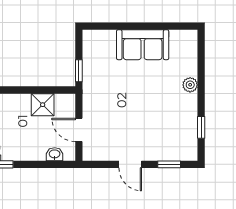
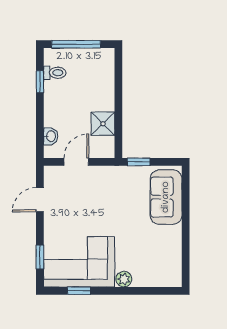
sofa: (143, 45) -> (166, 197), moved
corner sofa: (174, 127) -> (79, 262), added
door: (130, 164) -> (40, 200), moved

